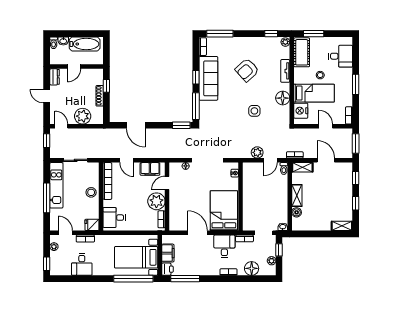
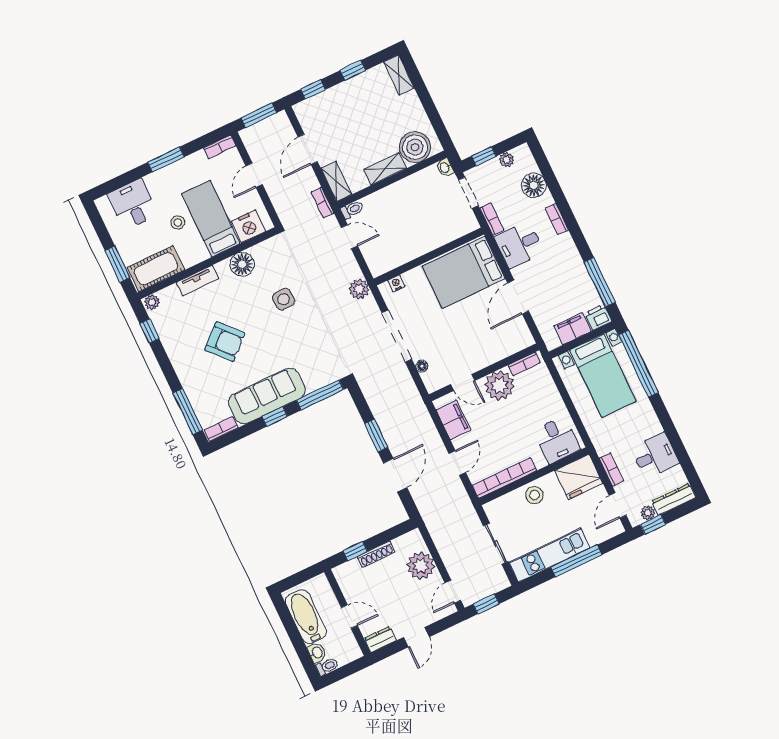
window: (181, 125) -> (376, 436), moved
plant: (257, 152) -> (359, 289), moved
boiler: (297, 212) -> (415, 147), width x1.86, depth x1.86
fridge: (92, 225) -> (579, 477), width x1.88, depth x1.34
dresser: (55, 263) -> (674, 499), added
window: (47, 264) -> (653, 524), moved

